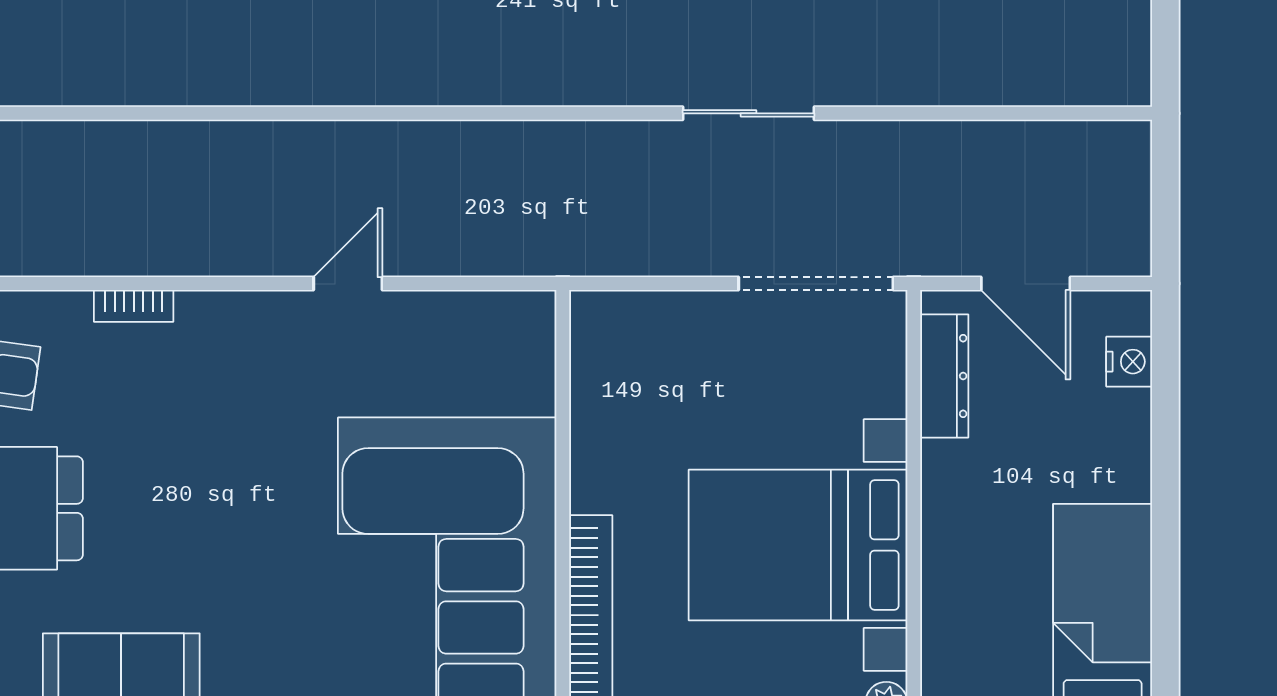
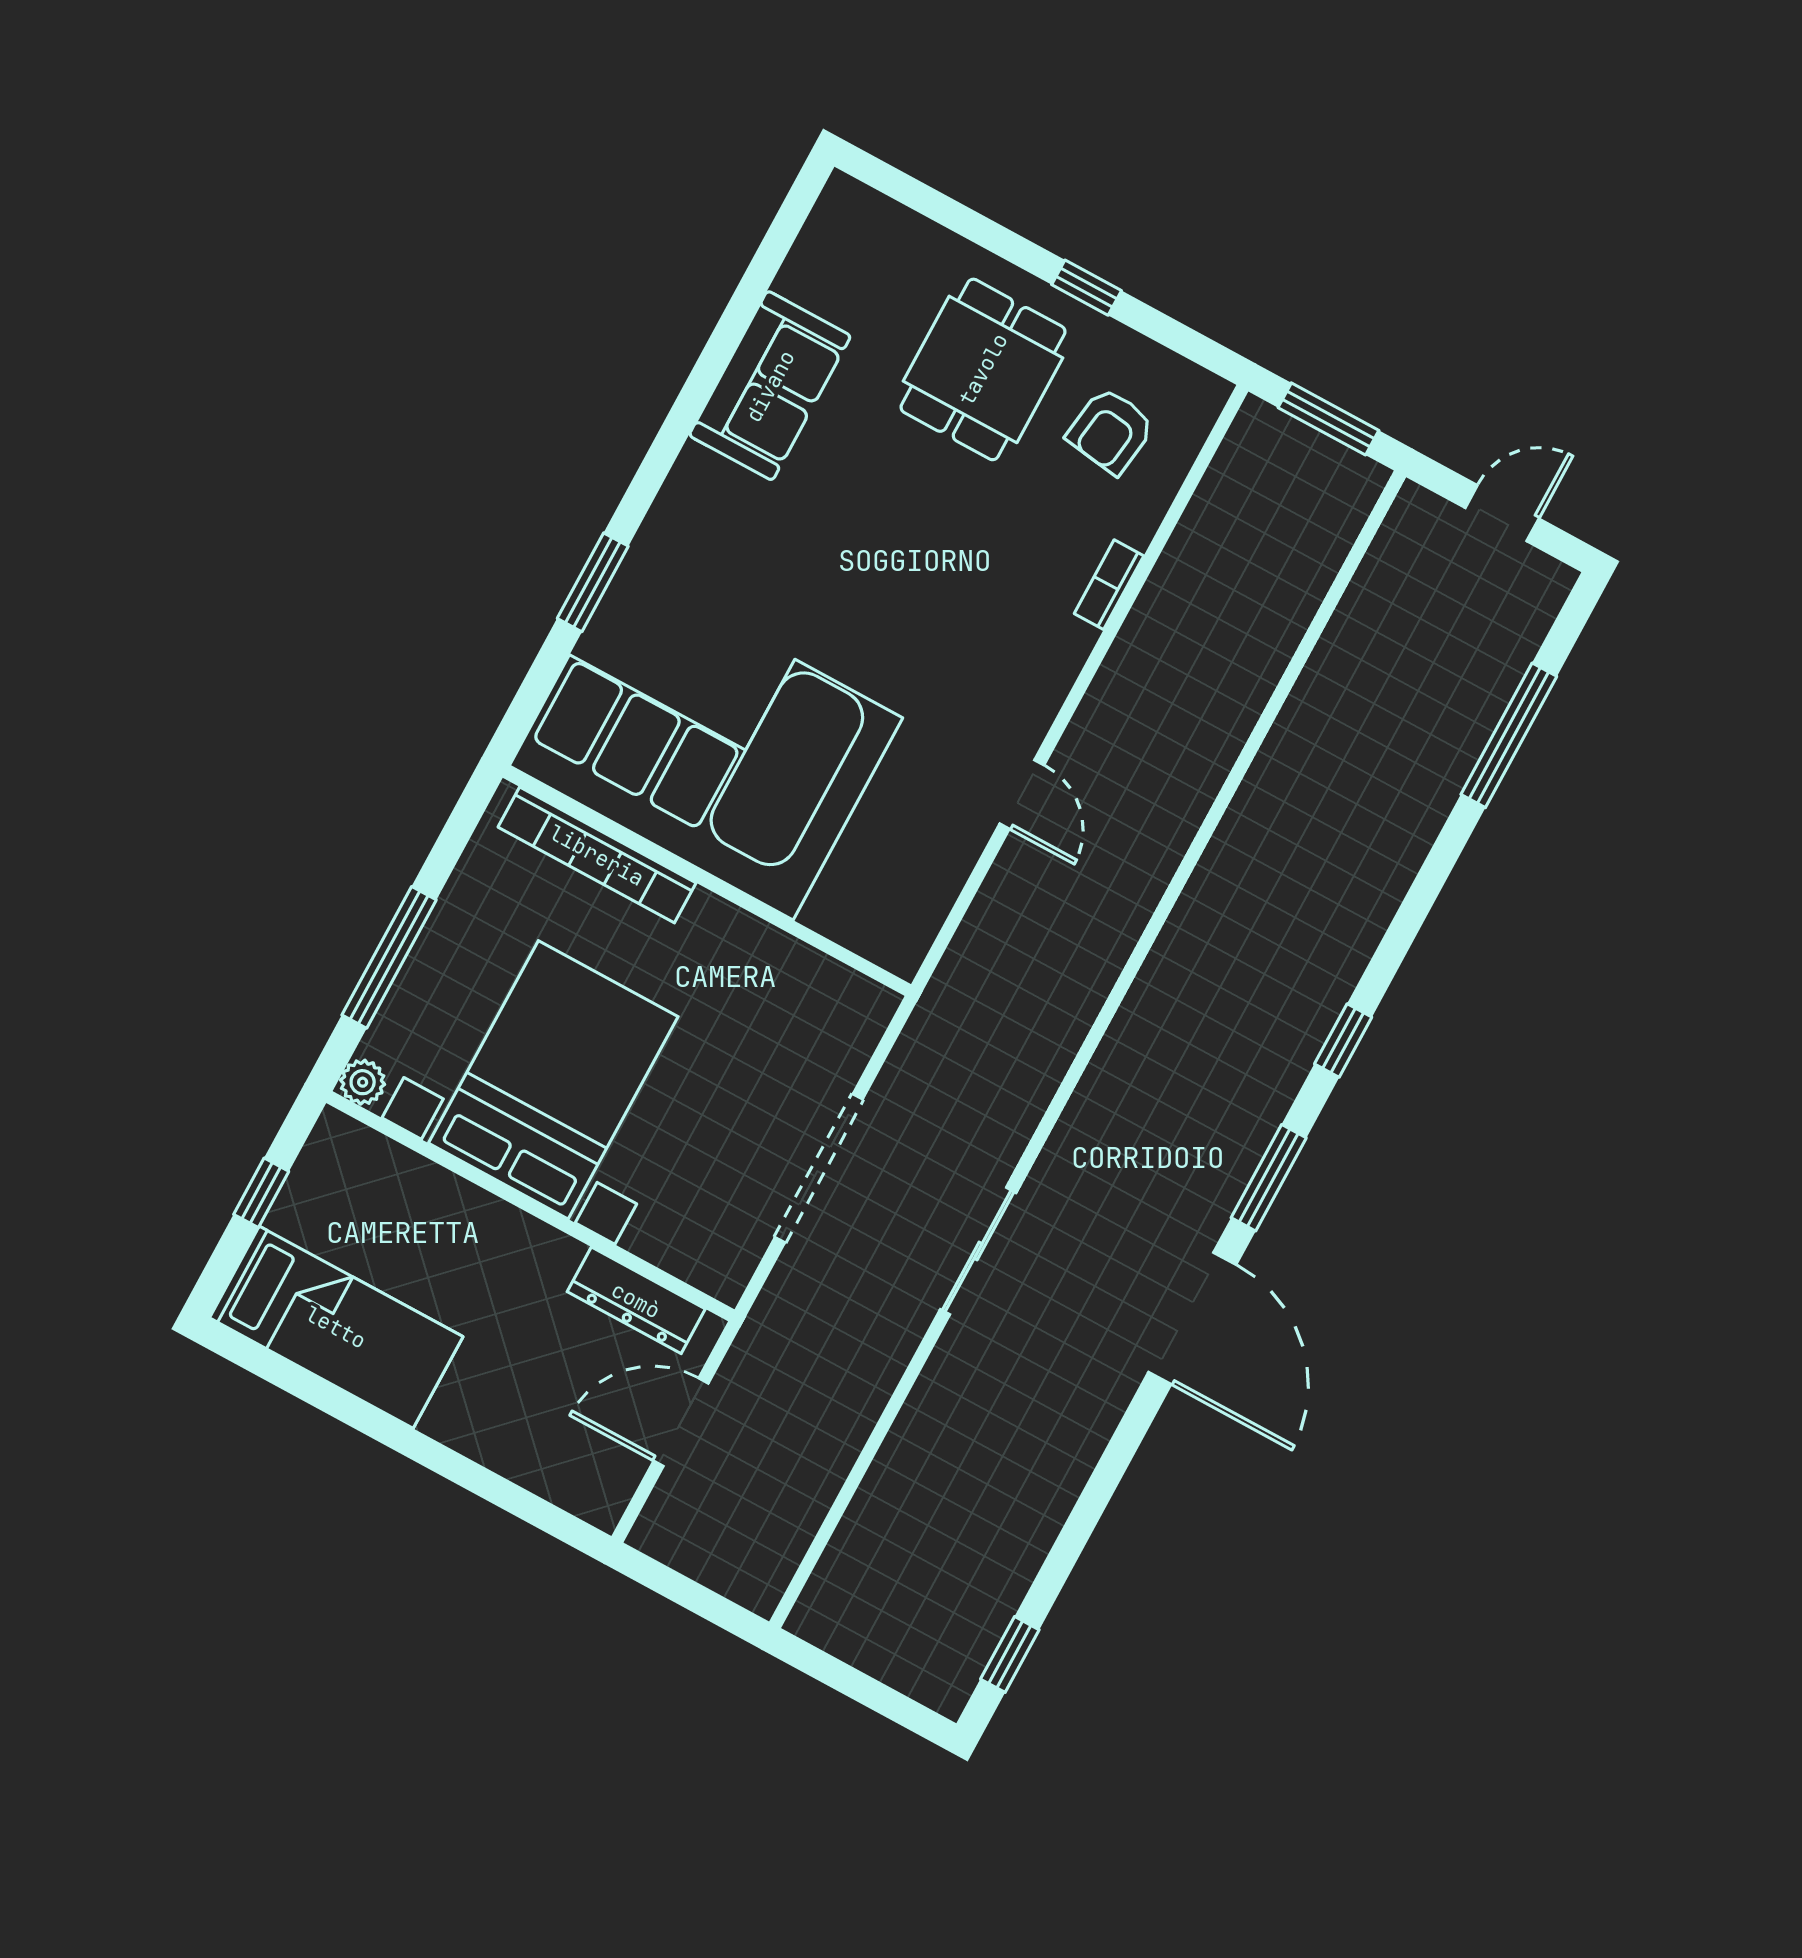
doorway: (816, 284) -> (819, 1168), moved
nightstand: (1129, 362) -> (557, 1479), removed

